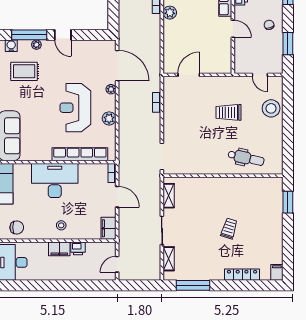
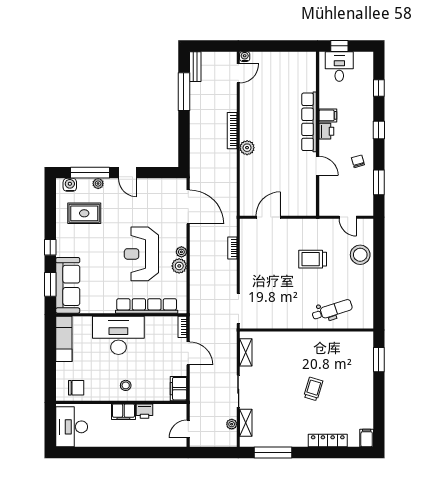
plant: (111, 89) -> (181, 252), moved
dental chair: (246, 158) -> (332, 310), turned -31
plant: (156, 260) -> (232, 424), added

